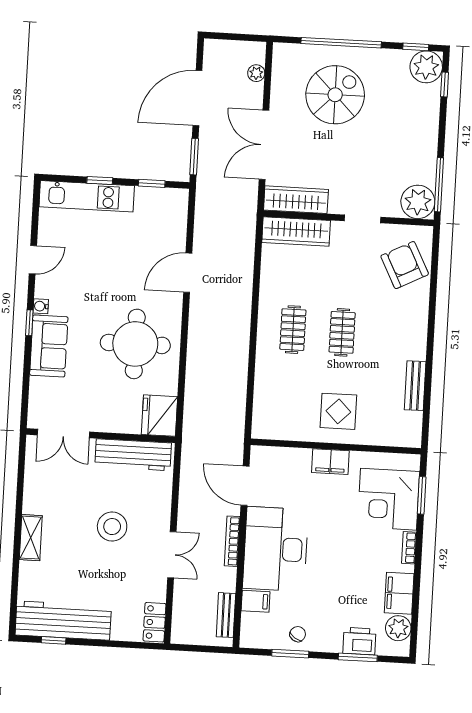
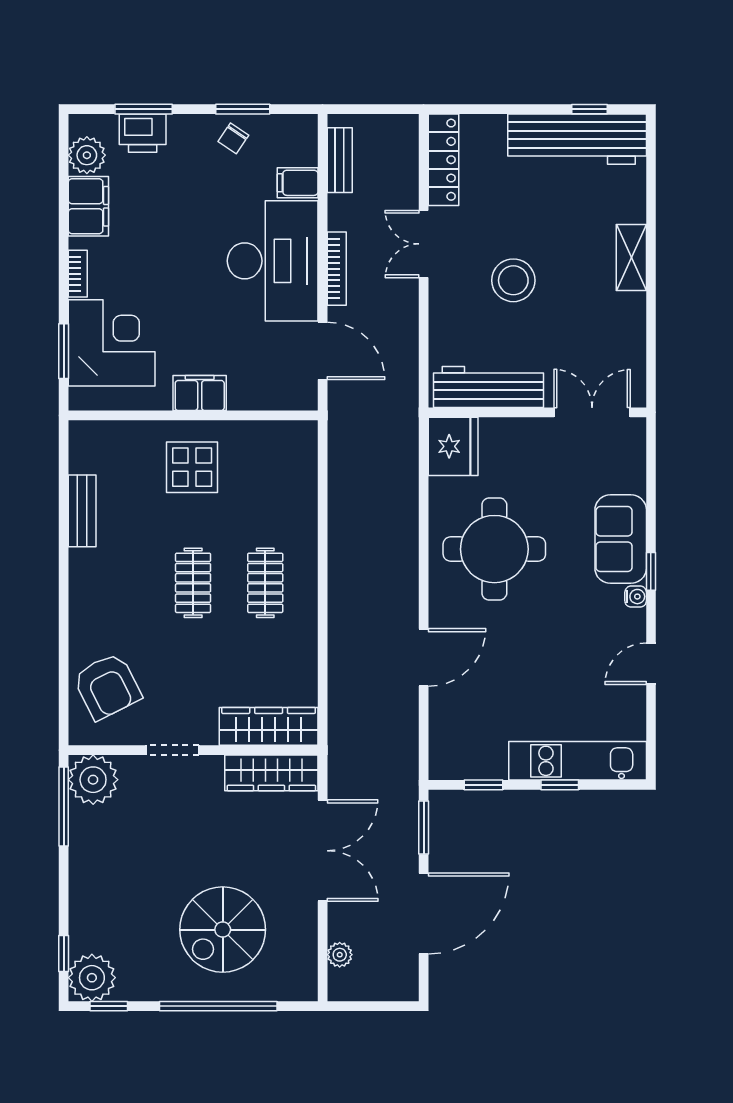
locker: (155, 622) -> (444, 160), width x1.53

